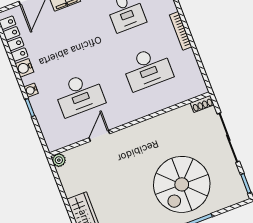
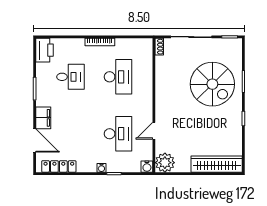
water cooler: (24, 68) -> (147, 167), moved
door: (99, 136) -> (154, 131), hinge flipped
plant: (59, 160) -> (165, 163), width x1.88, depth x1.88

